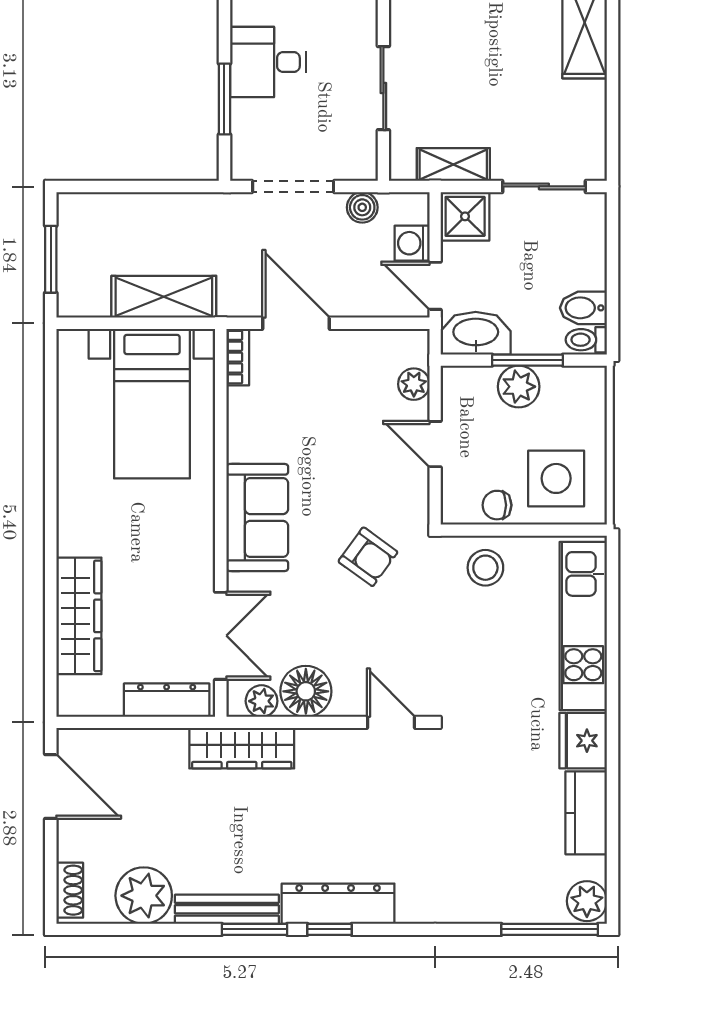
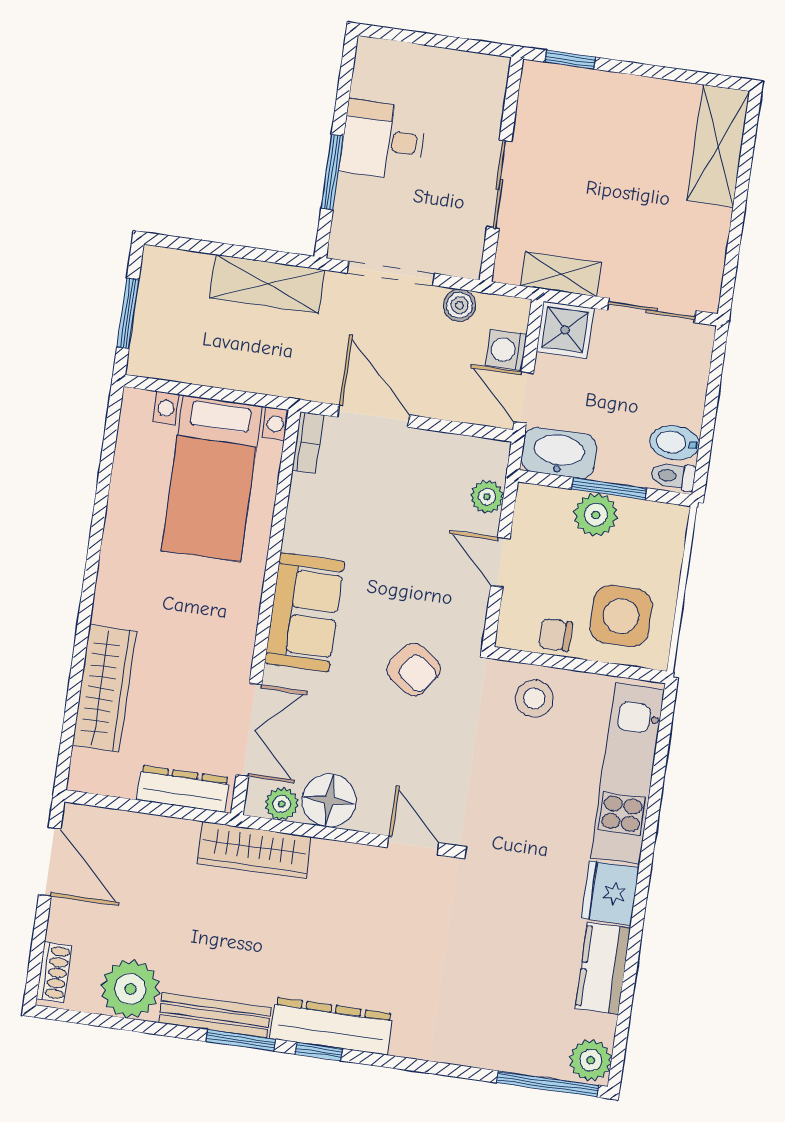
shelving: (164, 297) -> (267, 284), moved

